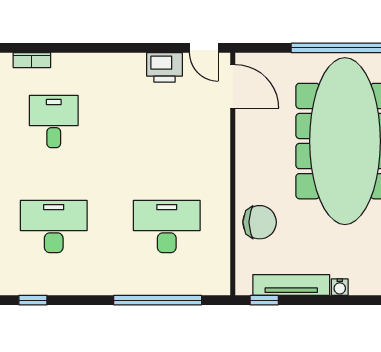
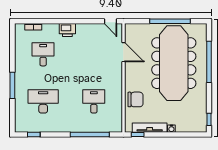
printer: (165, 67) -> (67, 30), moved
door: (233, 86) -> (123, 52), moved
desk: (167, 227) -> (94, 101), width x0.73

